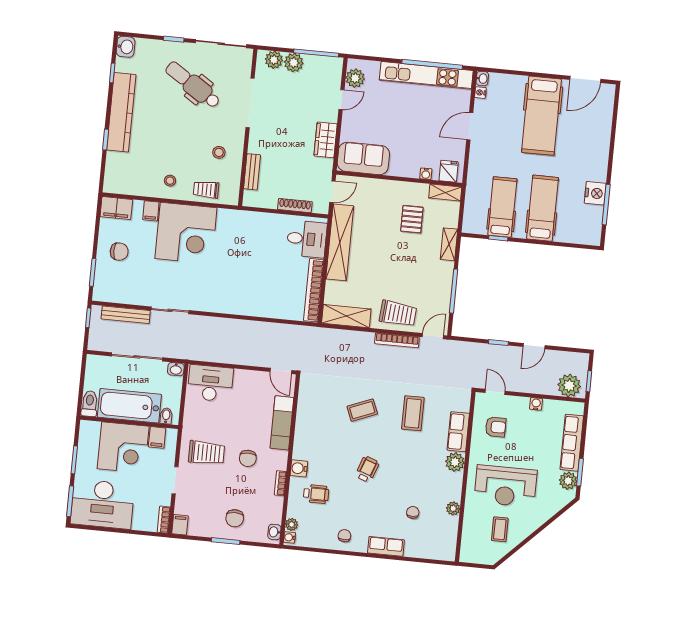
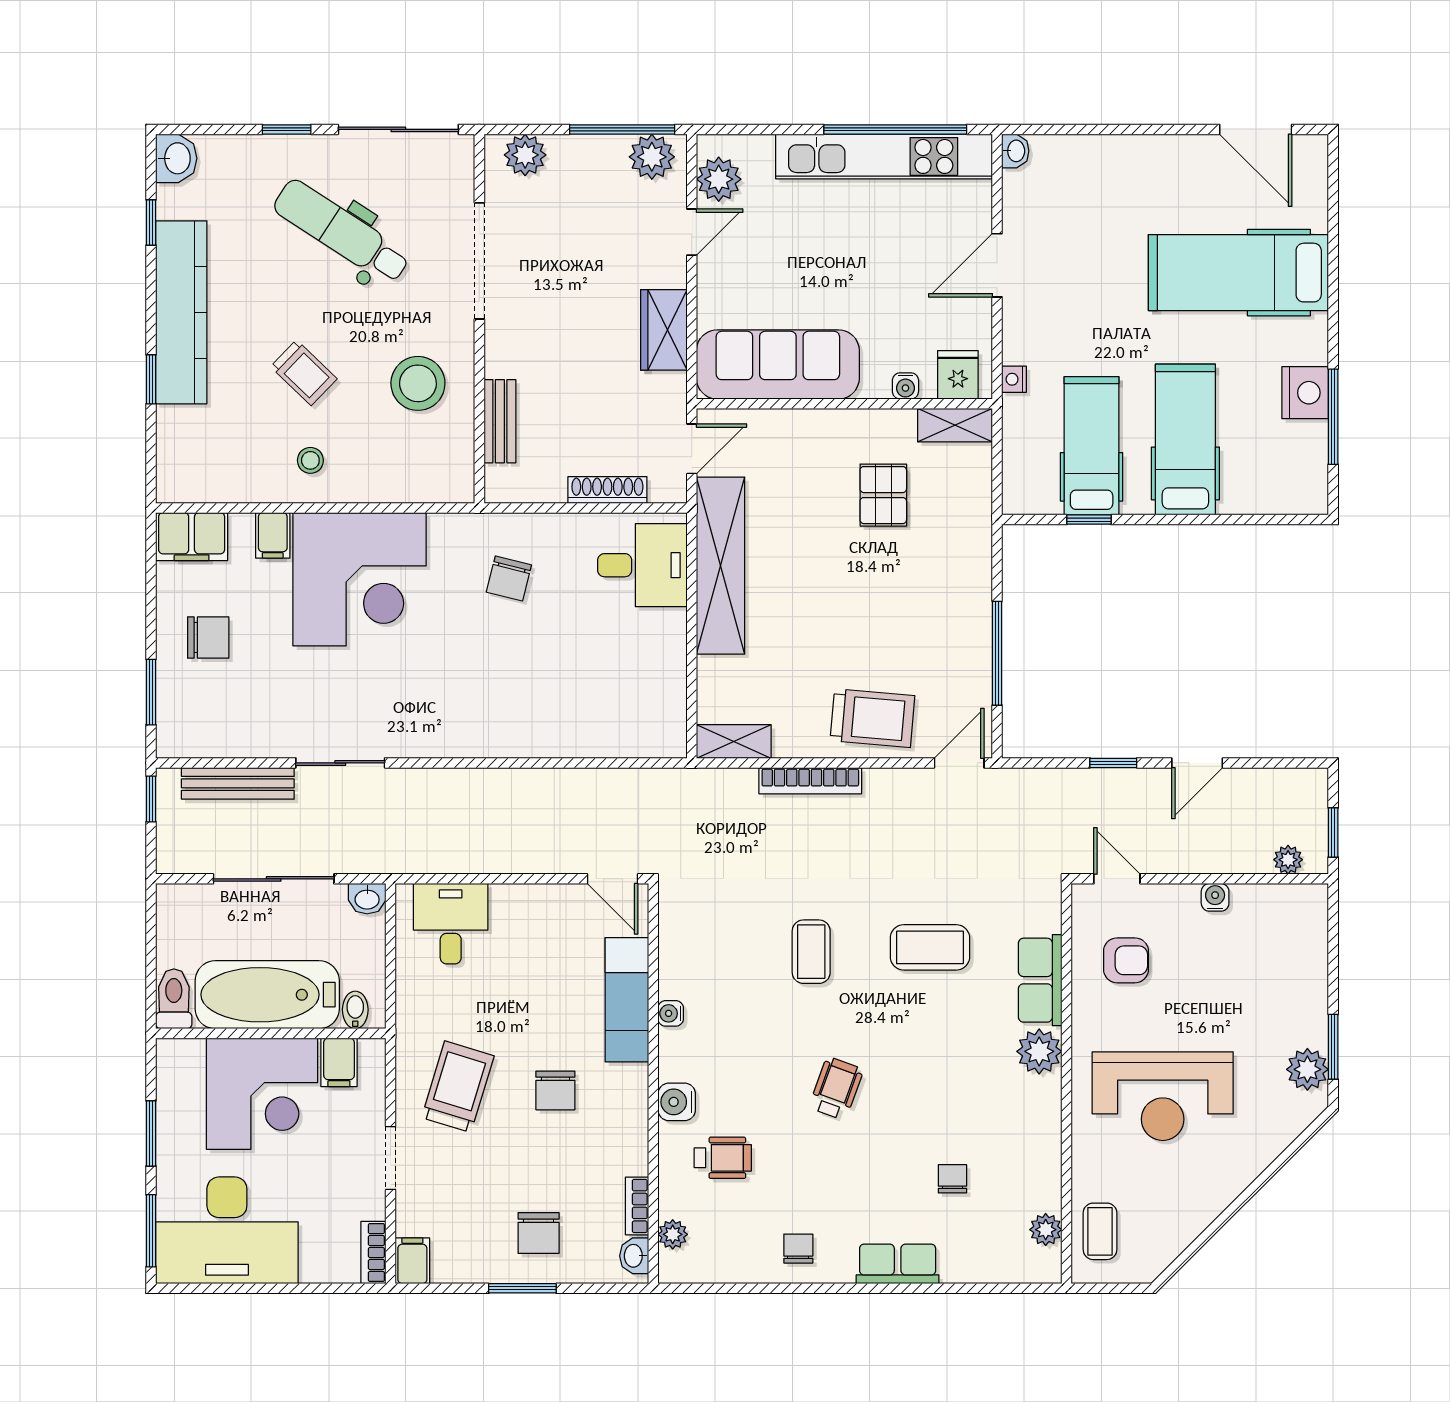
plant: (294, 63) -> (652, 157), moved
door: (585, 79) -> (1256, 129), hinge flipped
nightstand: (480, 93) -> (1014, 379), moved
hospital bed: (541, 116) -> (1238, 273), moved, turned 90
stool: (219, 152) -> (418, 383), width x1.89, depth x1.89
sofa: (363, 158) -> (778, 364), width x1.36
trolley: (206, 190) -> (304, 373), moved, turned -136
chair: (249, 239) -> (509, 578), added
shelving: (449, 244) -> (976, 545), removed
bookcase: (314, 290) -> (671, 683), removed
shelving: (346, 316) -> (734, 742), width x0.67, depth x0.75
bookcase: (397, 340) -> (810, 781), moved
desk: (210, 383) -> (451, 924), width x0.73
plant: (569, 386) -> (1288, 860), width x0.53, depth x0.53
coffee table: (362, 410) -> (811, 952), turned -68
coffee table: (413, 413) -> (930, 947), turned 90
row of seats: (572, 443) -> (1307, 980), removed
trolley: (207, 453) -> (458, 1087), turned -73
bookcase: (280, 483) -> (637, 1206), moved
plant: (453, 508) -> (1046, 1230), moved
coffee table: (500, 529) -> (1100, 1231), moved
water cooler: (289, 537) -> (671, 1013), moved

